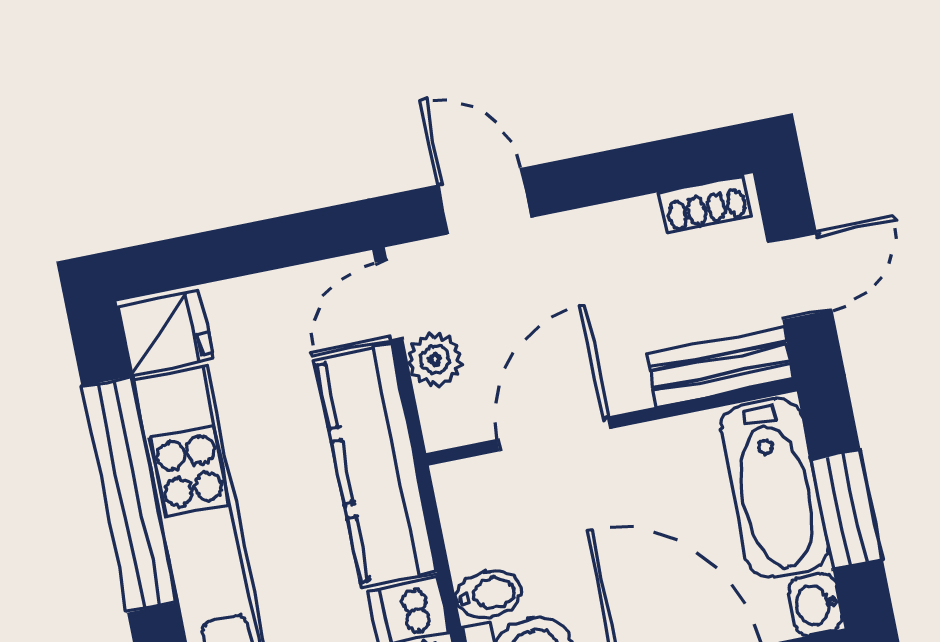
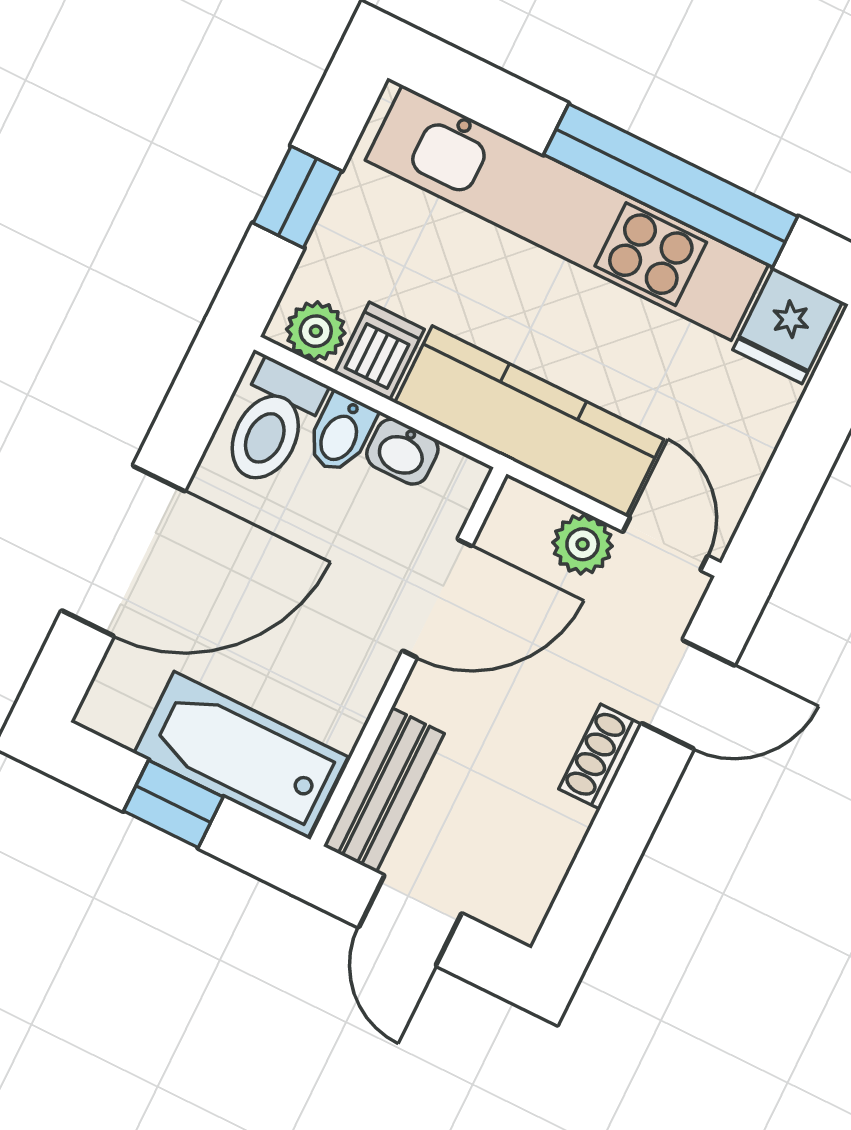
shoe rack: (706, 204) -> (600, 757), moved
door: (554, 434) -> (437, 598), hinge flipped
window: (847, 509) -> (173, 804), width x0.67
washbasin: (816, 604) -> (402, 452), moved, turned 180

